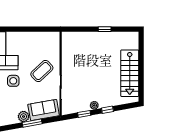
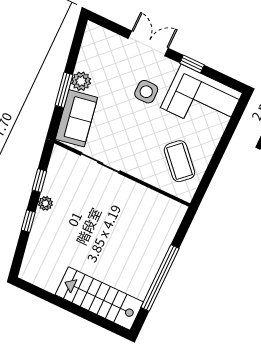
window: (105, 29) -> (160, 278), width x3.17
coffee table: (42, 71) -> (179, 161), moved
stairs: (130, 73) -> (99, 298), moved

